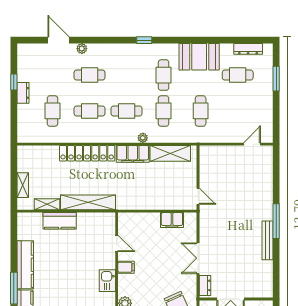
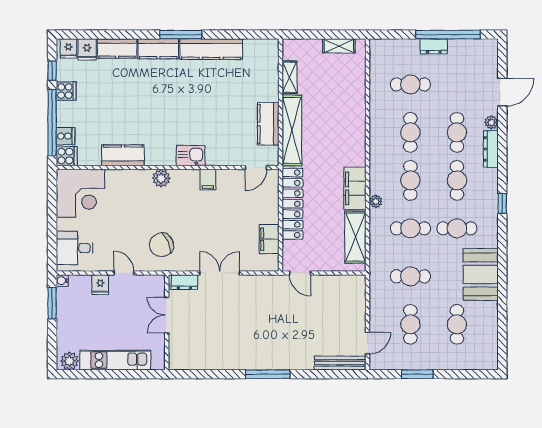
dresser: (248, 49) -> (491, 149), moved
cafe table: (127, 75) -> (457, 180), added
window: (276, 79) -> (417, 374), moved
window: (14, 82) -> (448, 35), width x3.17
cafe table: (238, 111) -> (410, 324), added
door: (252, 144) -> (368, 343), hinge flipped
locker: (87, 153) -> (293, 204), moved, turned 180
shelving: (23, 185) -> (339, 46), moved
door: (198, 196) -> (300, 273), hinge flipped
kitchen counter: (60, 221) -> (268, 124), moved
bench: (267, 240) -> (340, 363), moved
door: (117, 243) -> (256, 168), moved

